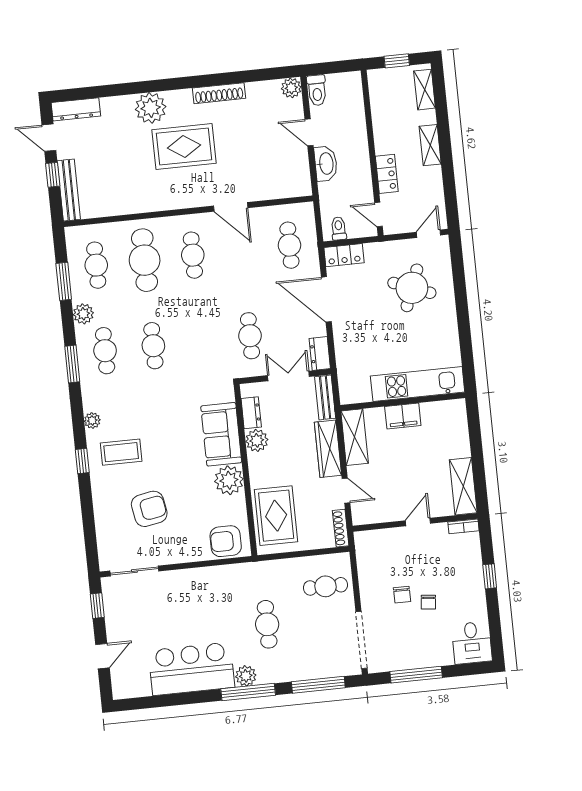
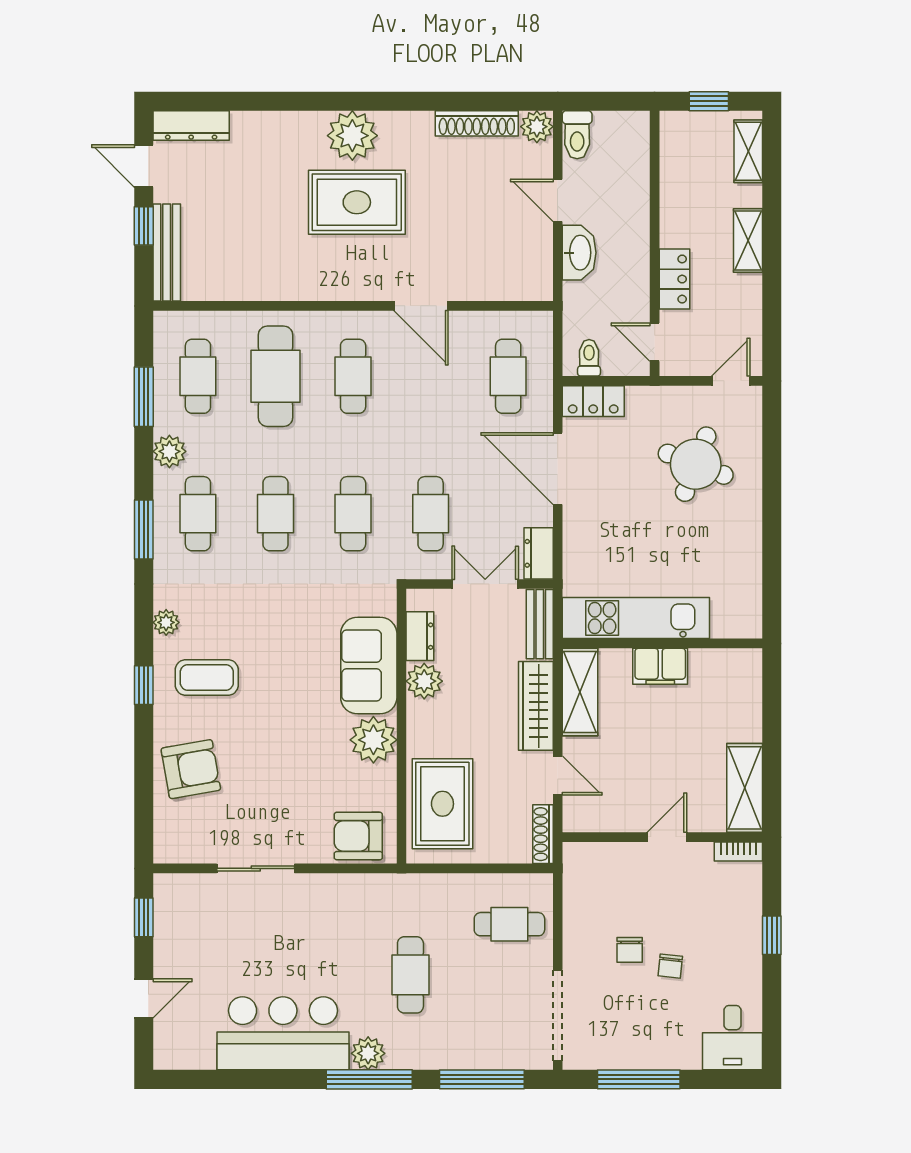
shoe rack: (219, 93) -> (477, 123), moved
plant: (151, 108) -> (352, 136), moved
cafe table: (202, 341) -> (353, 514), added
kitchen unit: (418, 384) -> (636, 618), moved
armchair: (149, 509) -> (191, 769), moved
sliding door: (134, 571) -> (256, 868), moved

